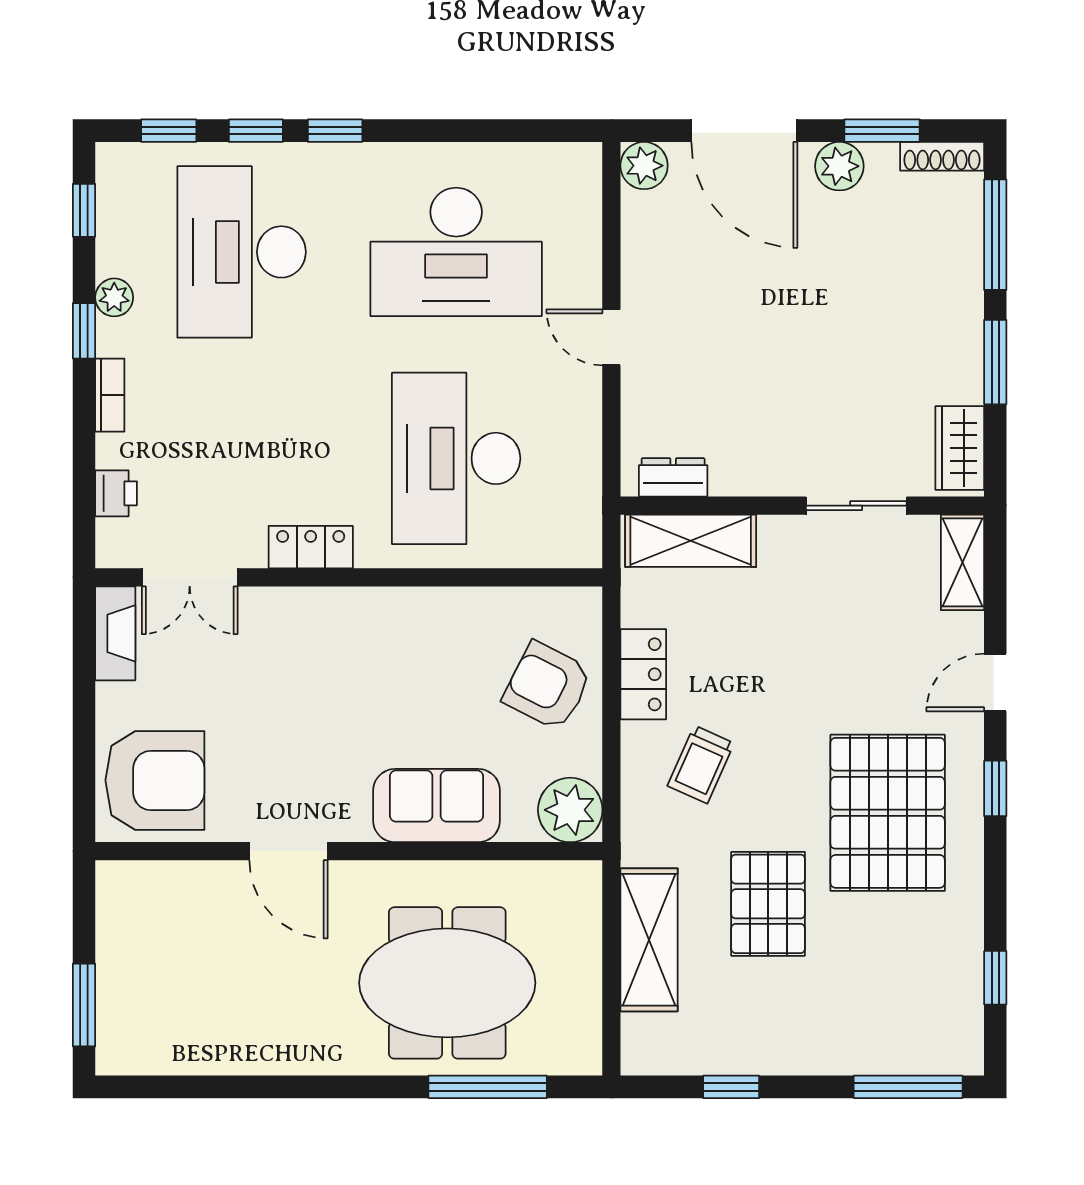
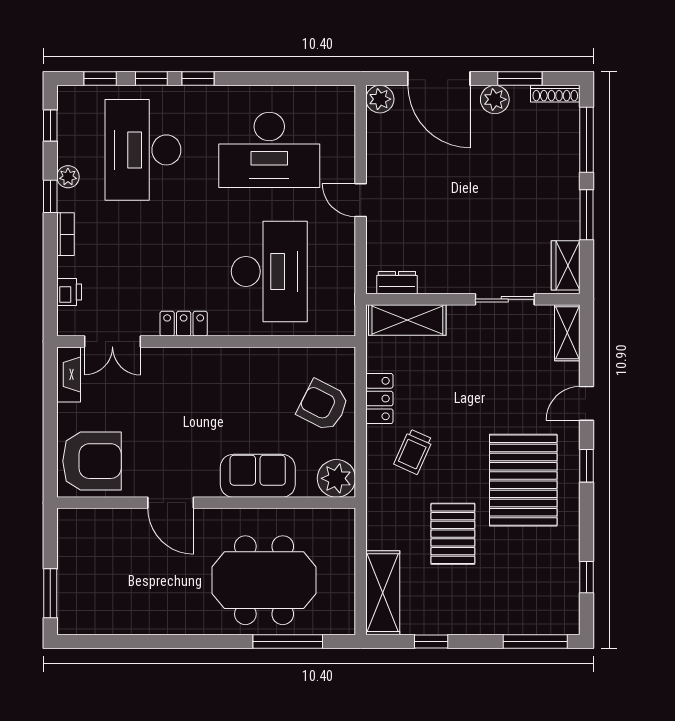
desk: (456, 458) -> (269, 271), turned 180
shelving: (649, 940) -> (383, 593), moved

